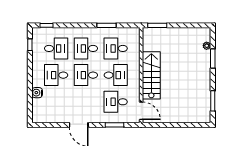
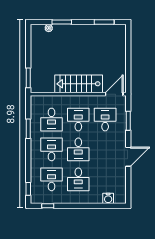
desk: (86, 48) -> (52, 149), turned 180
water cooler: (37, 93) -> (108, 198), moved
desk: (116, 102) -> (105, 120), turned 180

